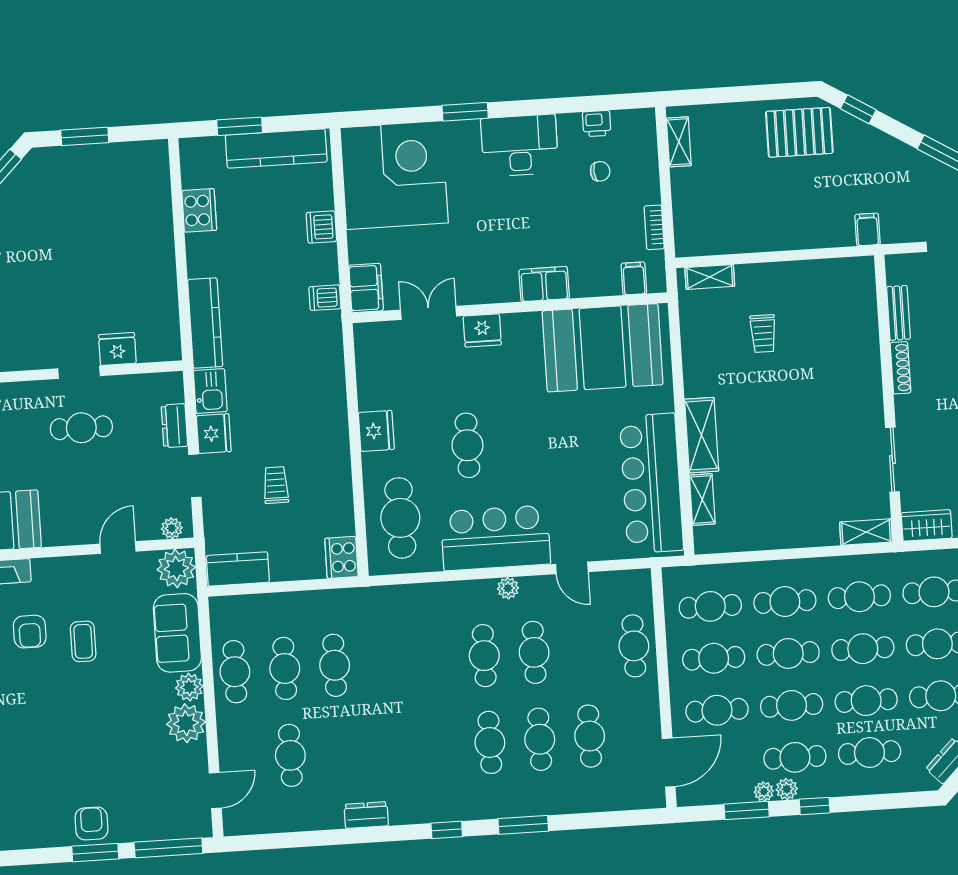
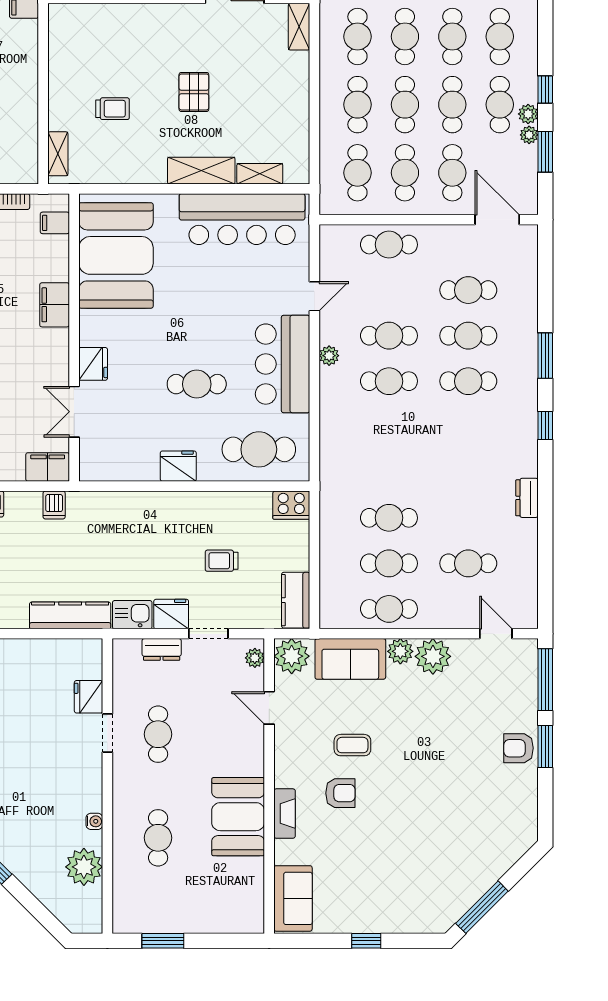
pallet: (787, 422) -> (194, 92), added

